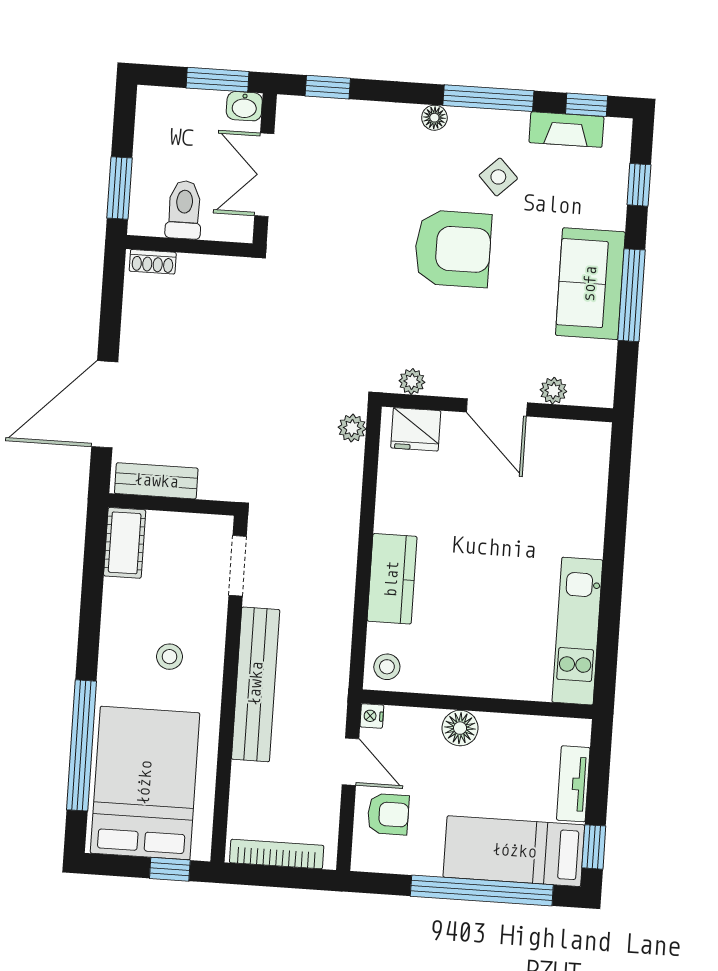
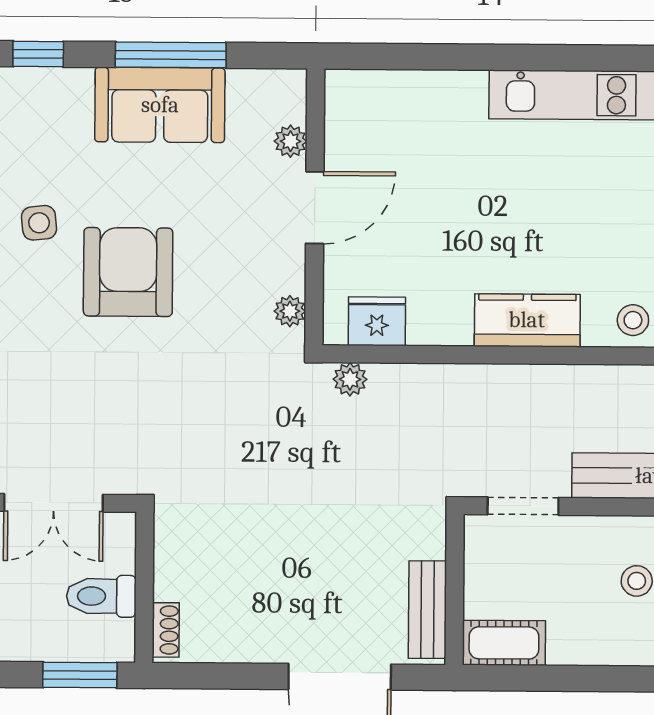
side table: (498, 177) -> (39, 223), turned 38
fridge: (416, 429) -> (377, 321), moved, turned -90

